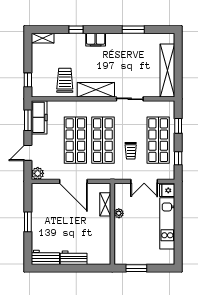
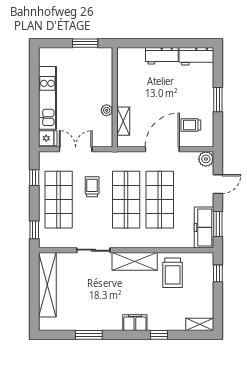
window: (178, 126) -> (34, 230), moved
door: (73, 181) -> (162, 149), hinge flipped
trolley: (50, 201) -> (191, 125), added

